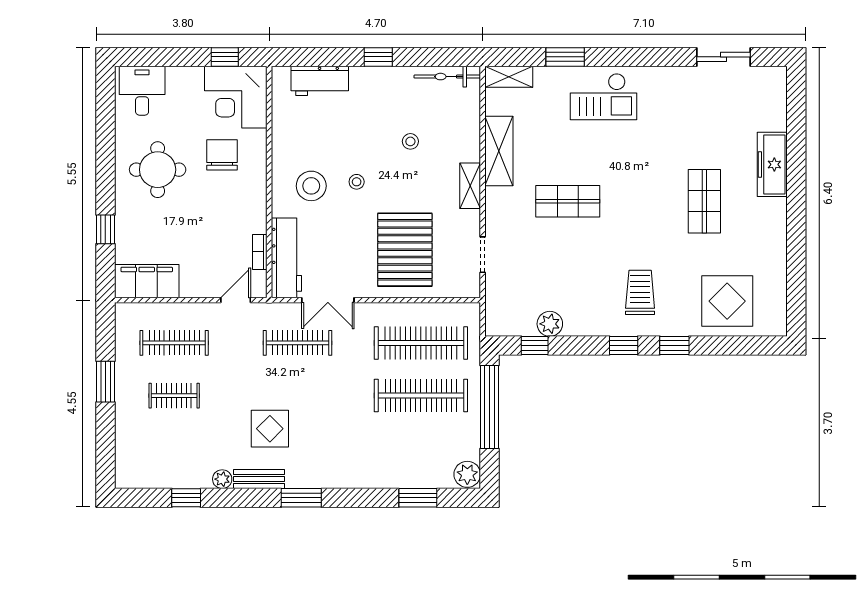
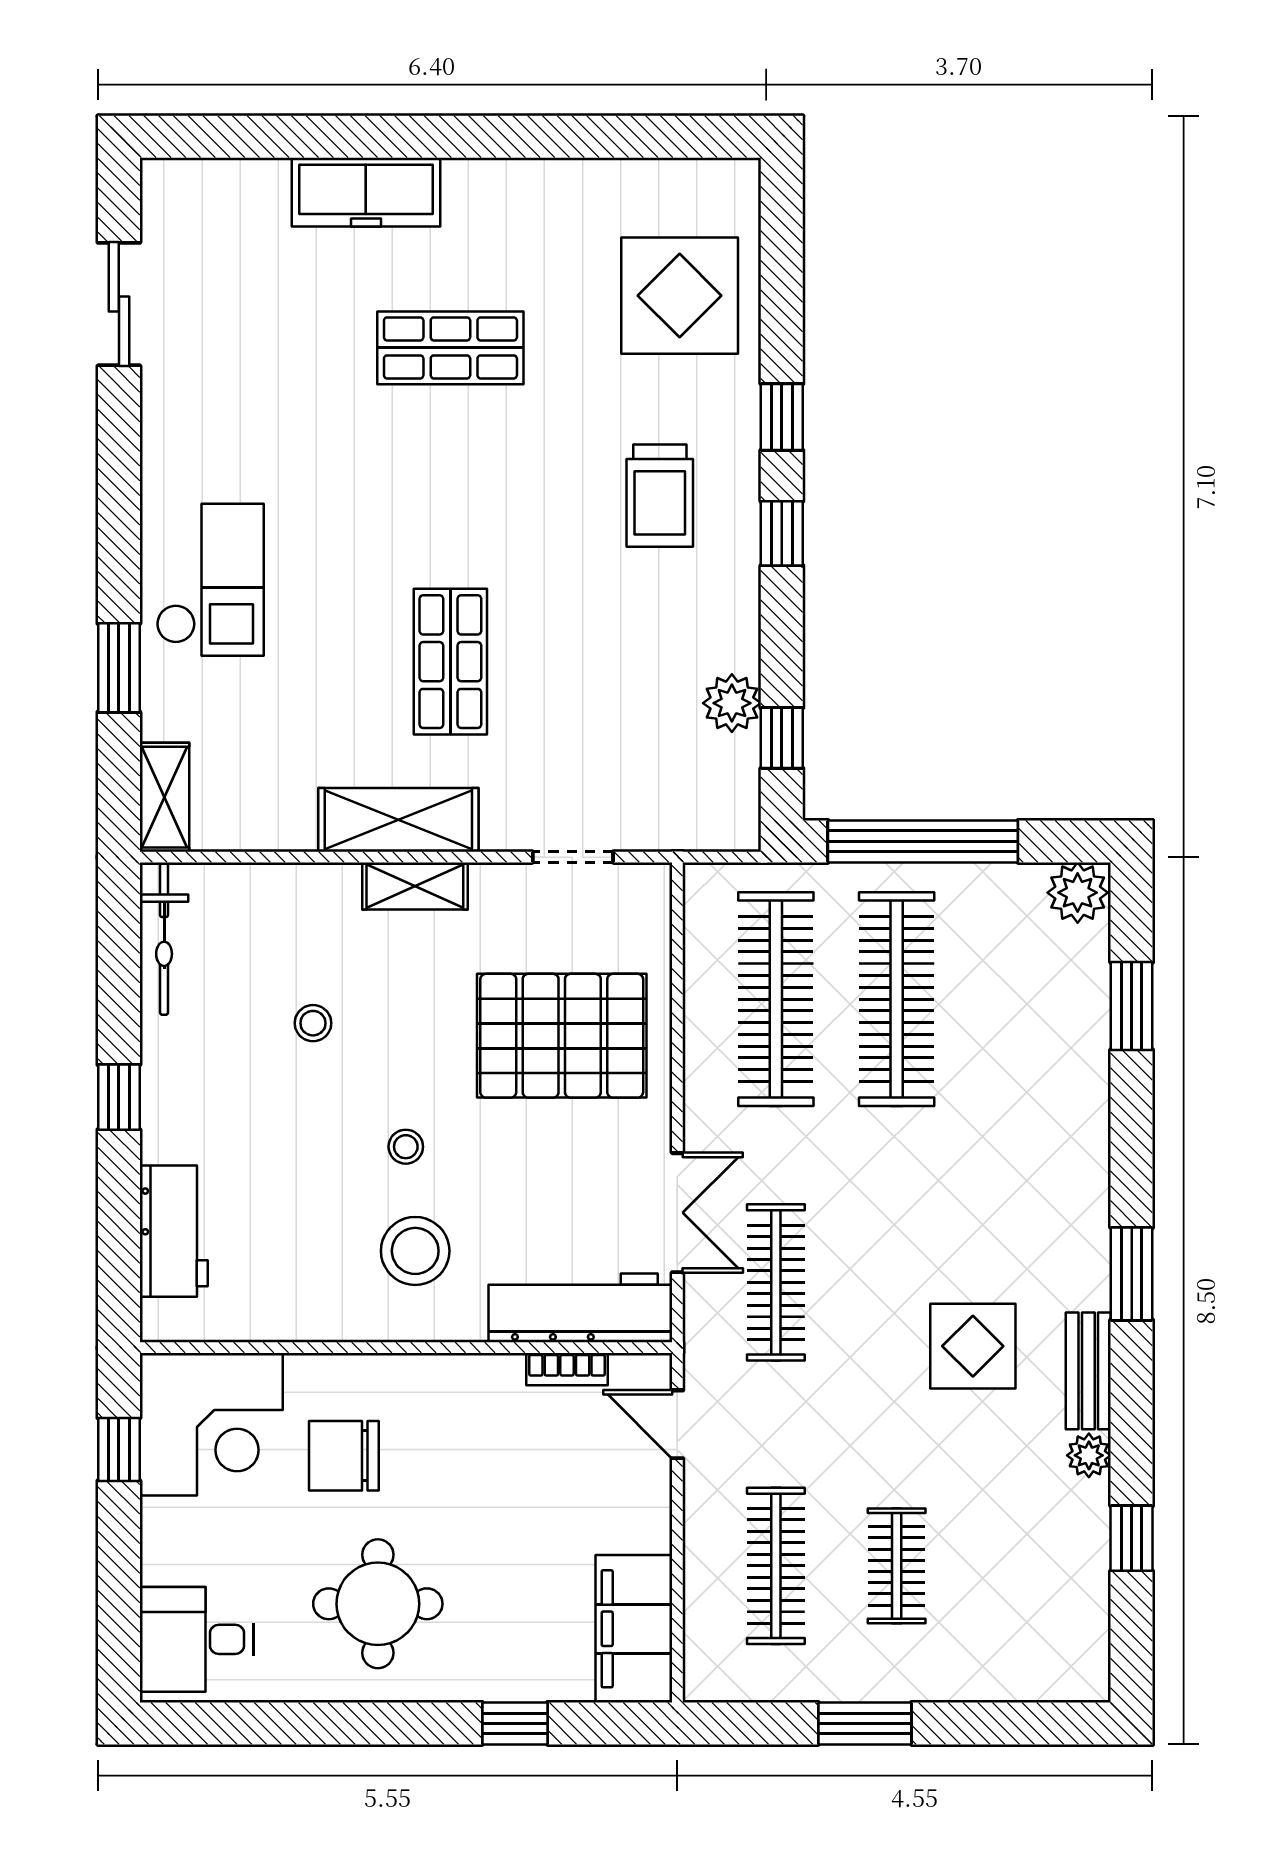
shelving: (499, 151) -> (398, 820), moved
trolley: (640, 292) -> (660, 496), turned -90

